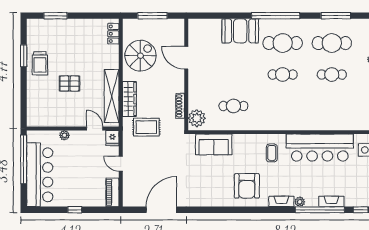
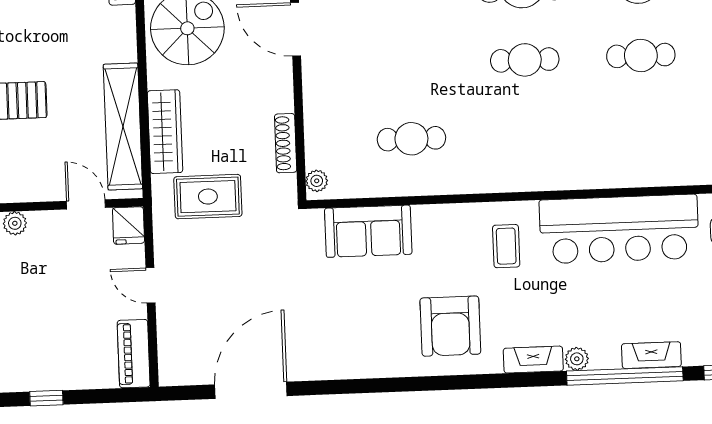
plant: (197, 118) -> (317, 181), width x0.53, depth x0.53

